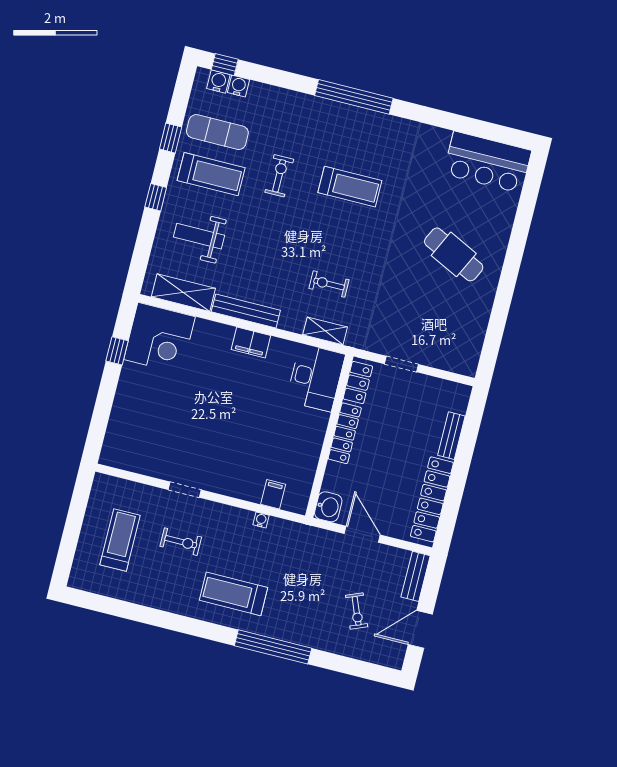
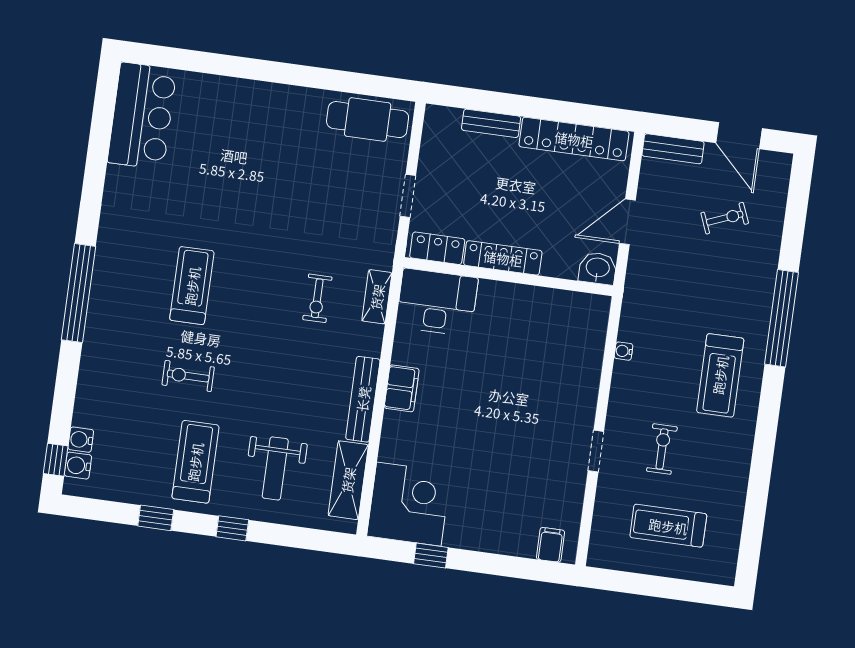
exercise mat: (217, 132) -> (142, 460), removed
cafe table: (454, 254) -> (368, 120), moved, turned 64
filing cabinet: (273, 494) -> (551, 545), moved, turned 90

